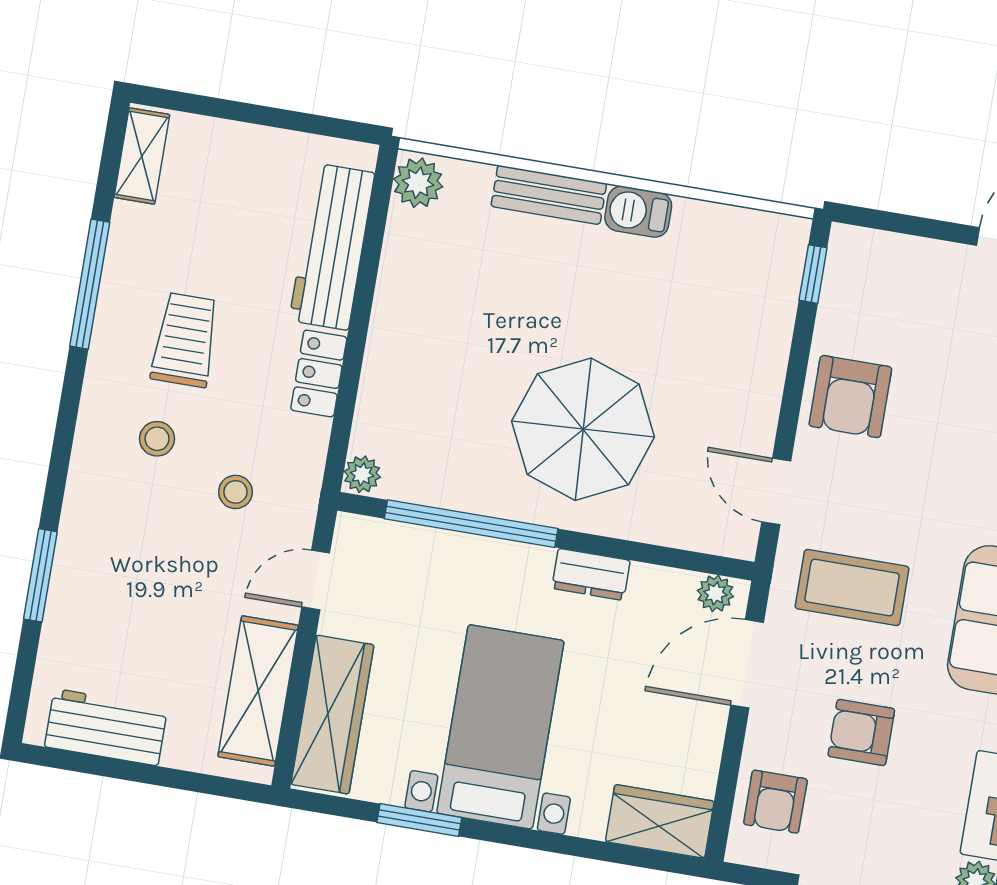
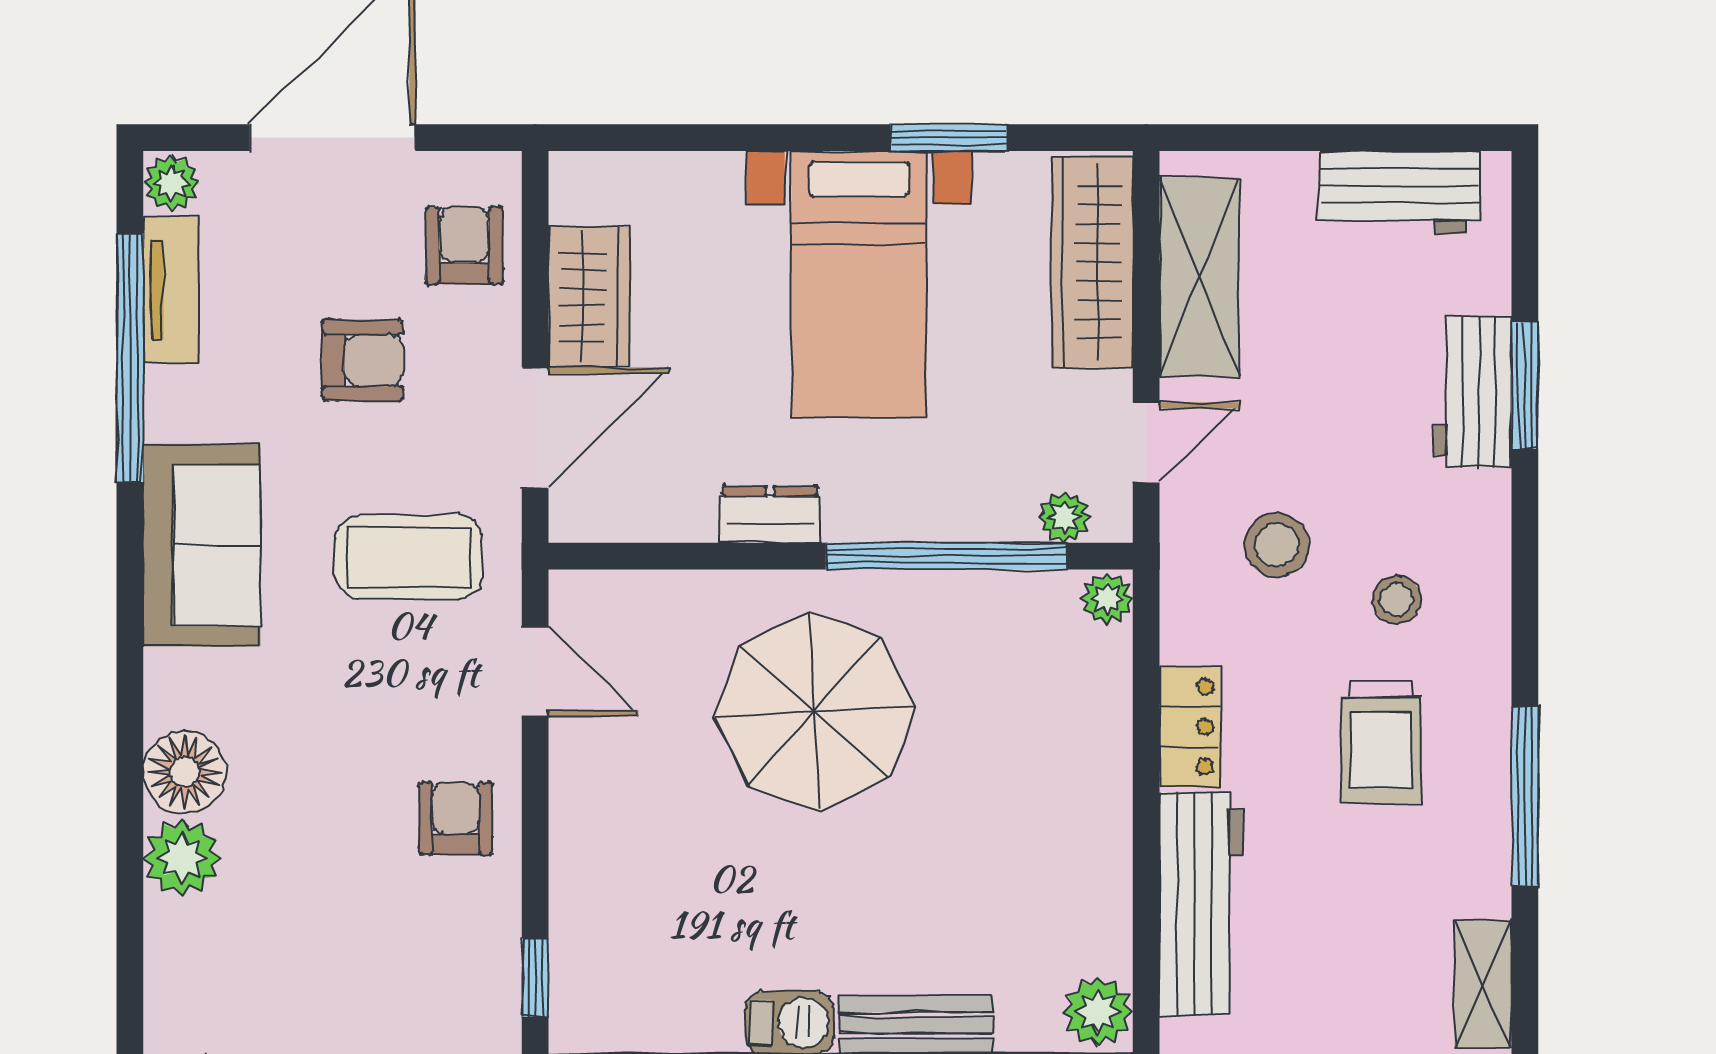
armchair: (850, 397) -> (455, 818), width x0.72, depth x0.72
stool: (235, 492) -> (1277, 545), width x1.37, depth x1.37
workbench: (78, 577) -> (1473, 392), added
plant: (715, 593) -> (1064, 517), moved
wardrobe: (660, 821) -> (589, 297), moved, turned -90

